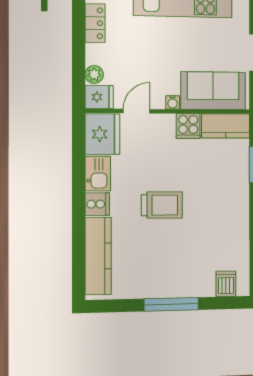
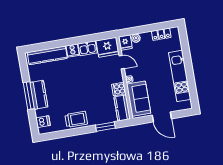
trolley: (162, 205) -> (76, 119), moved, turned -90
kitchen counter: (173, 284) -> (39, 95), added

